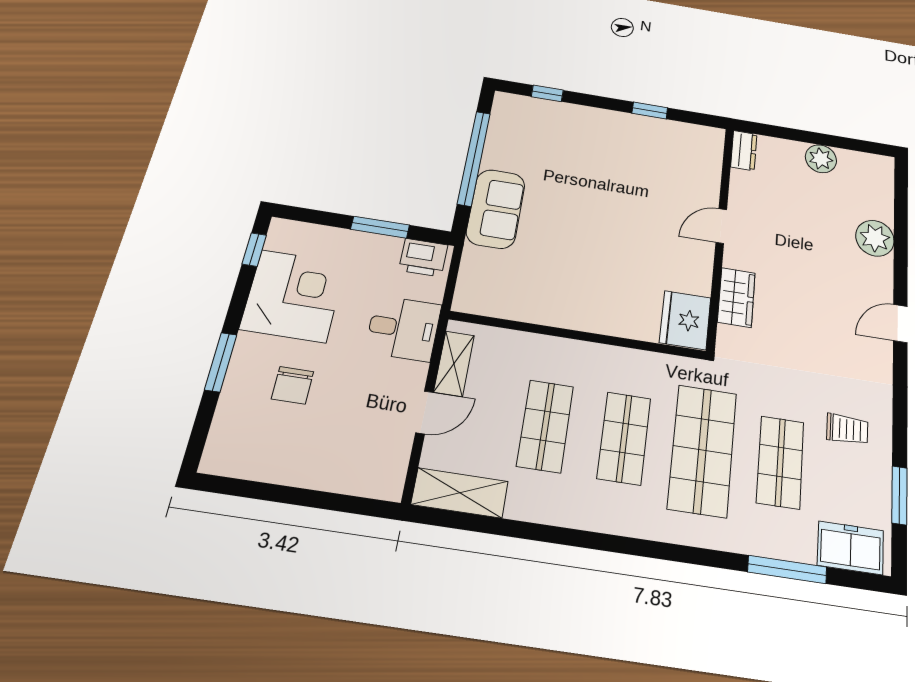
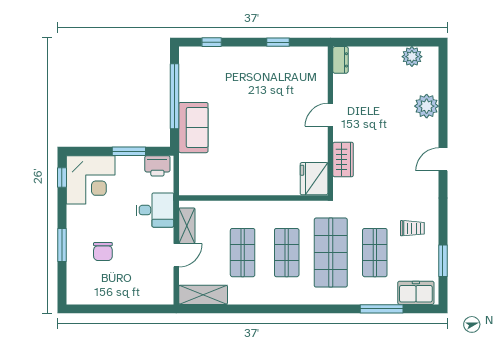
plant: (821, 159) -> (412, 57), moved
corner desk: (293, 296) -> (91, 180), moved, turned 90

